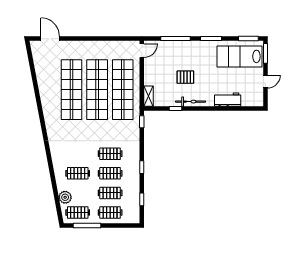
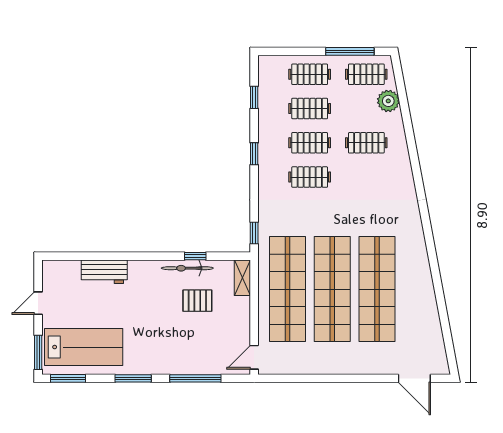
pallet: (185, 77) -> (197, 301), moved
bicycle: (190, 102) -> (187, 268), moved

